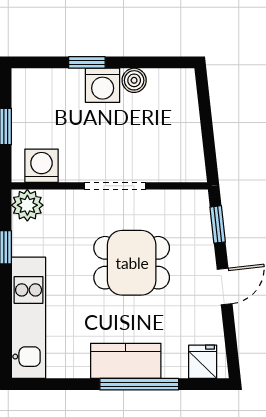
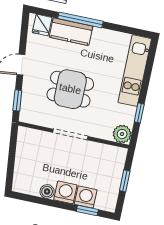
window: (87, 62) -> (87, 211), moved
washing machine: (41, 166) -> (86, 197), moved, turned 180
kitchen counter: (126, 361) -> (71, 32), moved

